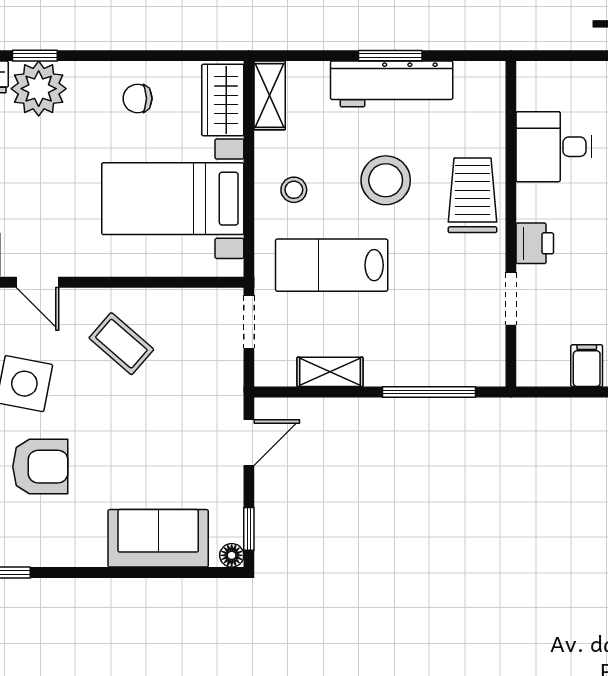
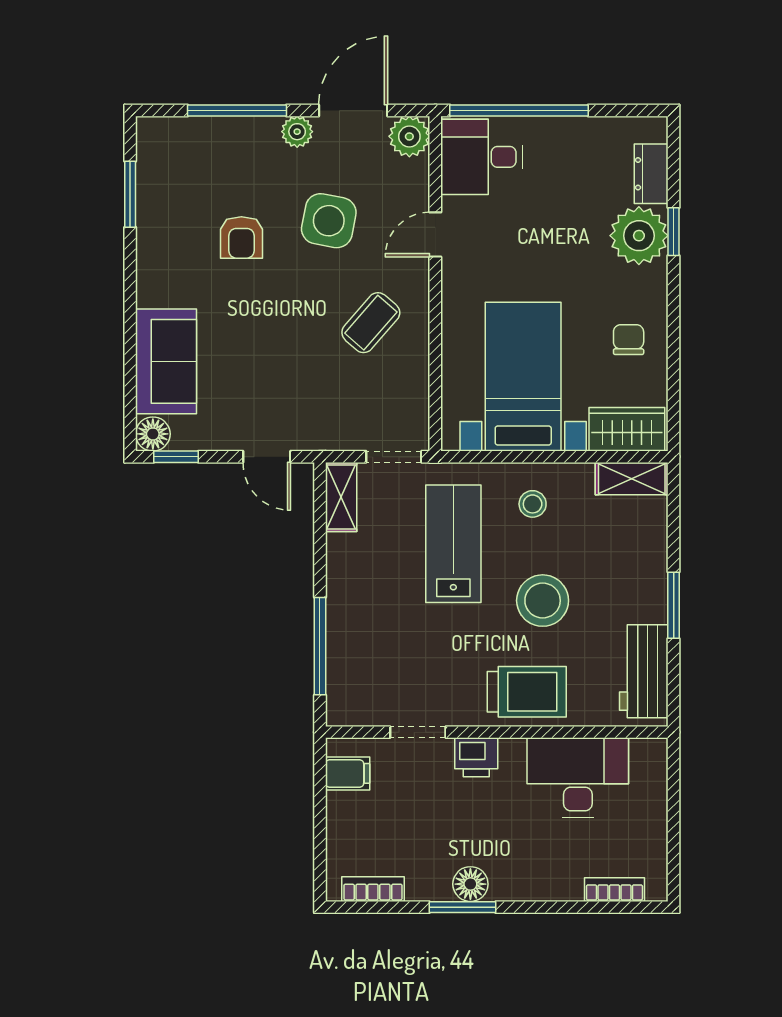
workbench: (392, 84) -> (644, 671), moved, width x0.73
desk: (554, 147) -> (578, 778), width x1.37
filing cabinet: (587, 366) -> (348, 773), moved
shelving: (330, 372) -> (341, 497), moved
armchair: (40, 467) -> (241, 237), width x0.72, depth x0.72
floor lamp: (232, 555) -> (153, 434), width x1.37, depth x1.37

